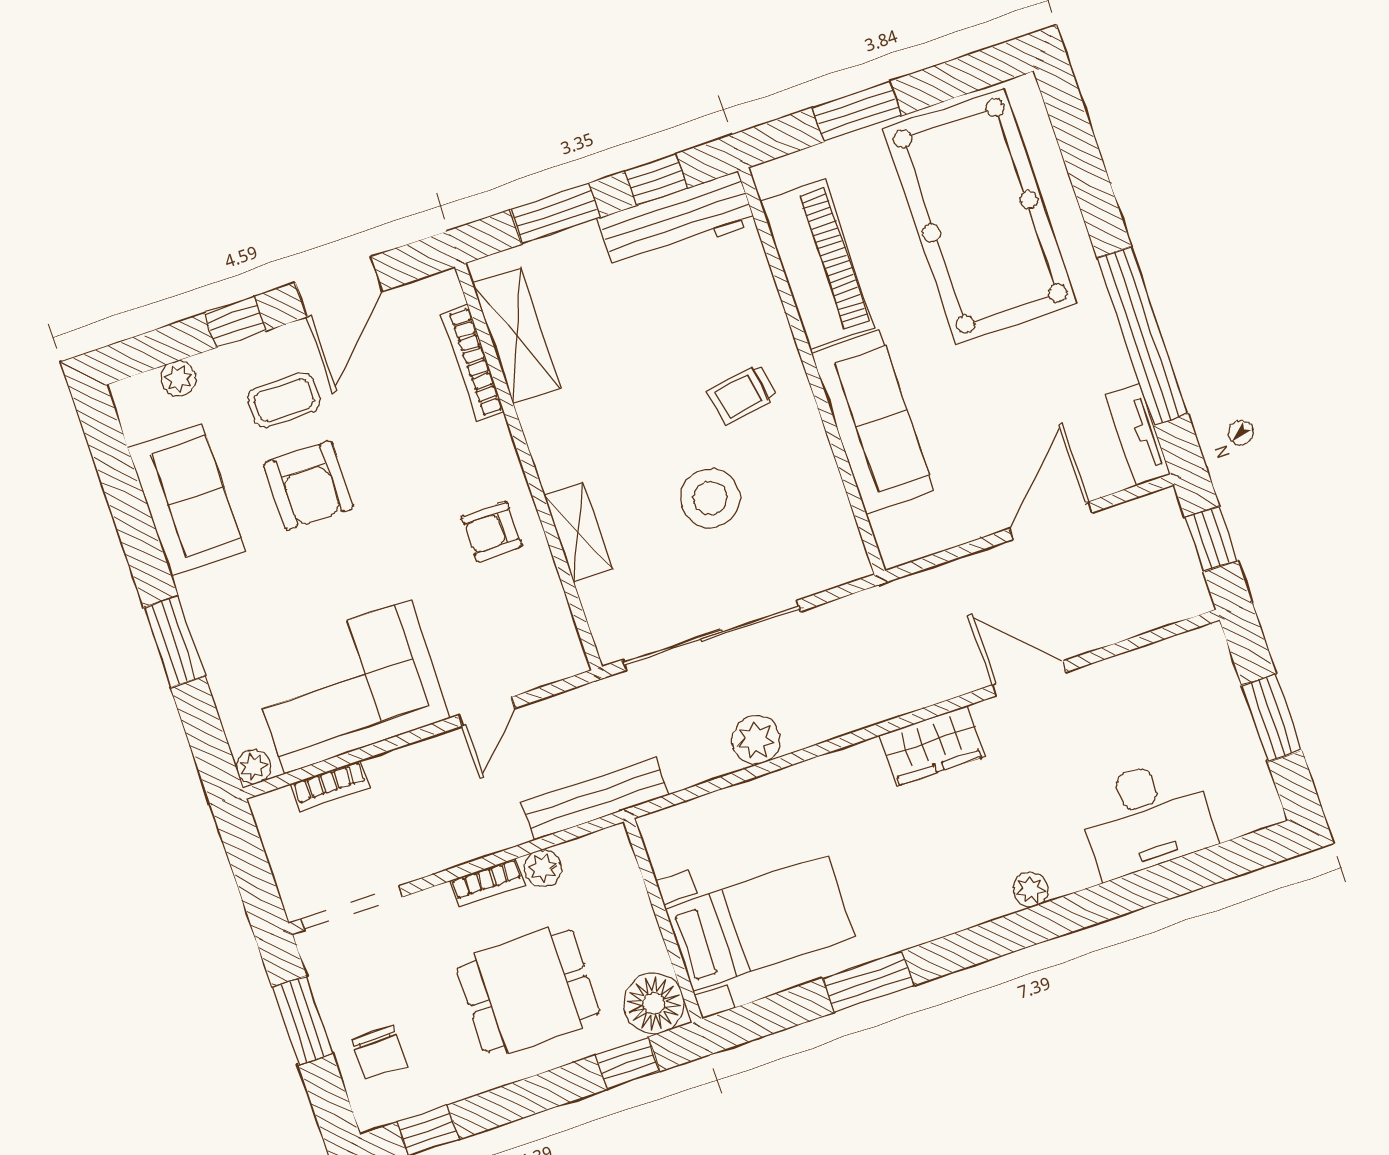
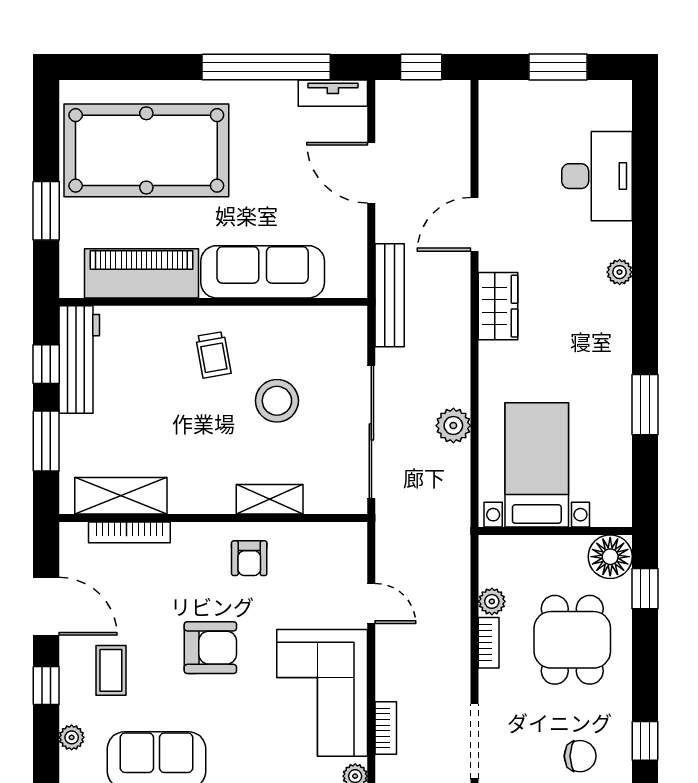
armchair: (308, 486) -> (210, 648), moved
bench: (595, 799) -> (390, 295), moved
bed with nightstands: (760, 923) -> (537, 465), moved

